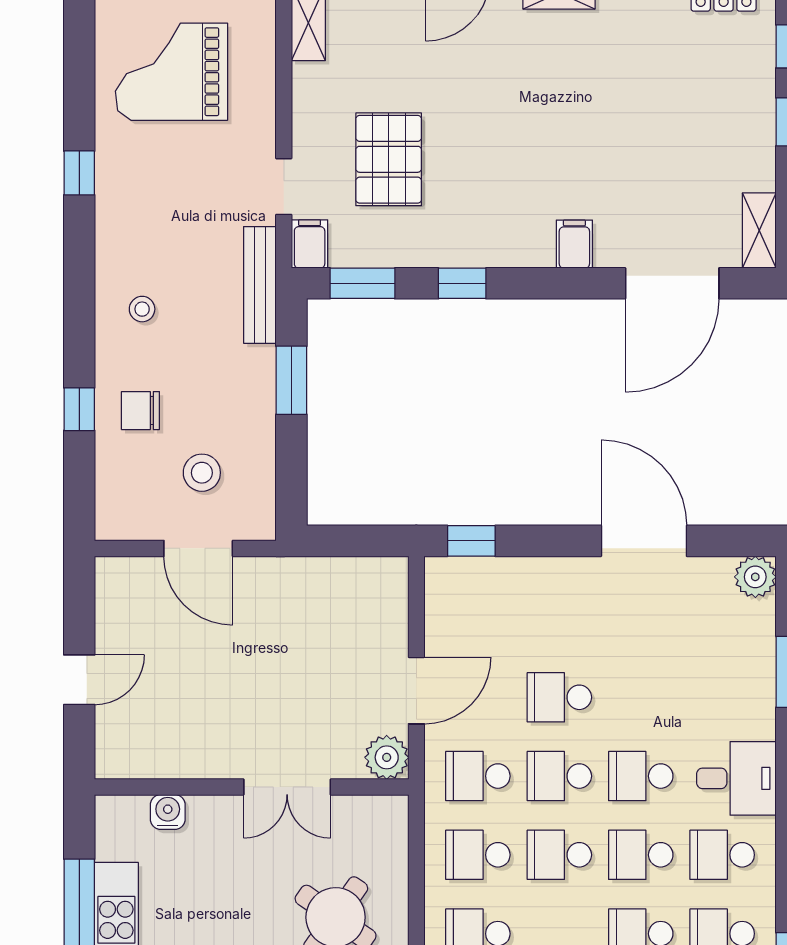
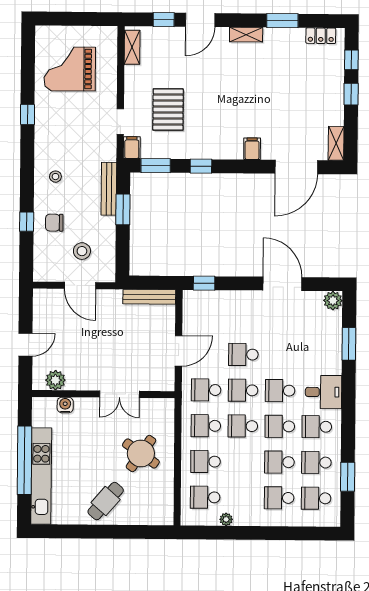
bench: (260, 285) -> (109, 189), moved
bench: (351, 572) -> (149, 297), added
plant: (387, 757) -> (55, 380), moved

